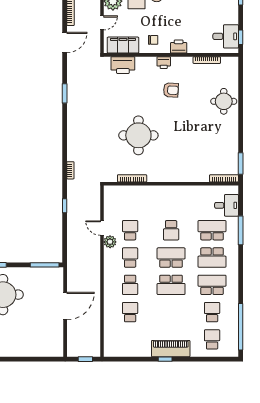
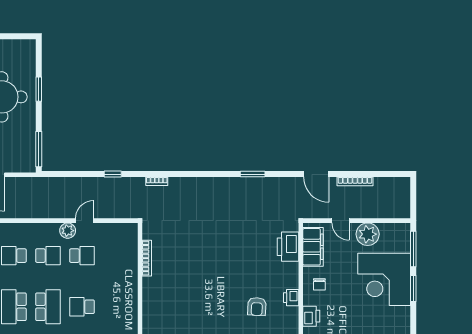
round table: (138, 135) -> (200, 266), removed

